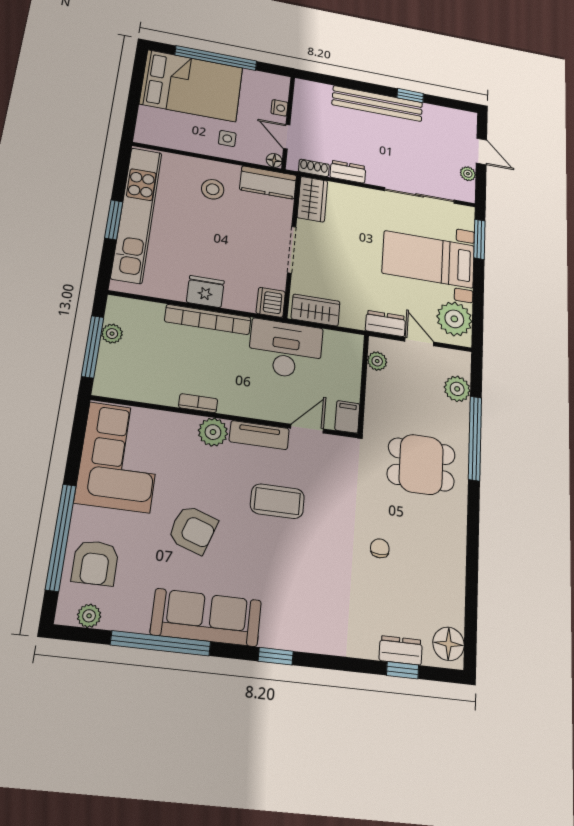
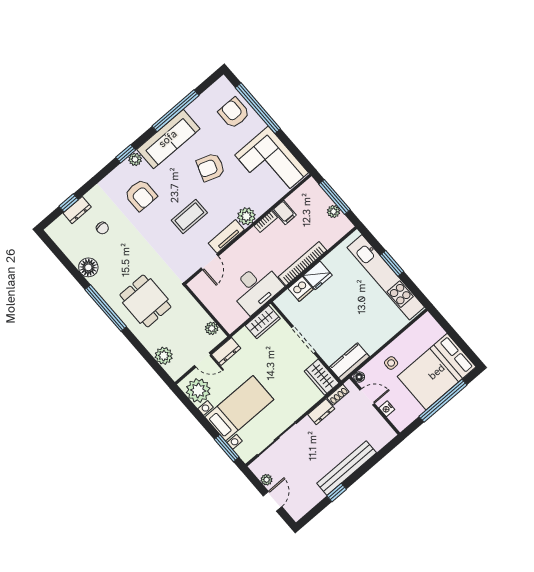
door: (481, 151) -> (272, 501), swing flipped
stool: (213, 189) -> (369, 329), removed
dishwasher: (271, 302) -> (301, 289), moved, turned 90
filing cabinet: (347, 417) -> (284, 212), moved
window: (475, 438) -> (106, 308), moved
dining table: (421, 464) -> (145, 301), turned 90
chair: (380, 548) -> (102, 228), moved
armchair: (308, 587) -> (141, 195), added
plant: (89, 616) -> (135, 159), moved
floor lamp: (449, 644) -> (88, 267), moved

